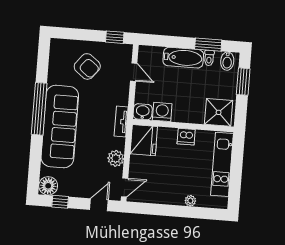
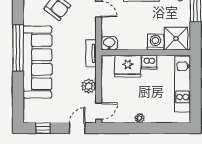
washing machine: (162, 112) -> (155, 42), moved
fridge: (144, 140) -> (128, 66), moved, turned 90
floor lamp: (48, 186) -> (31, 115), removed
plant: (190, 201) -> (140, 118), moved

